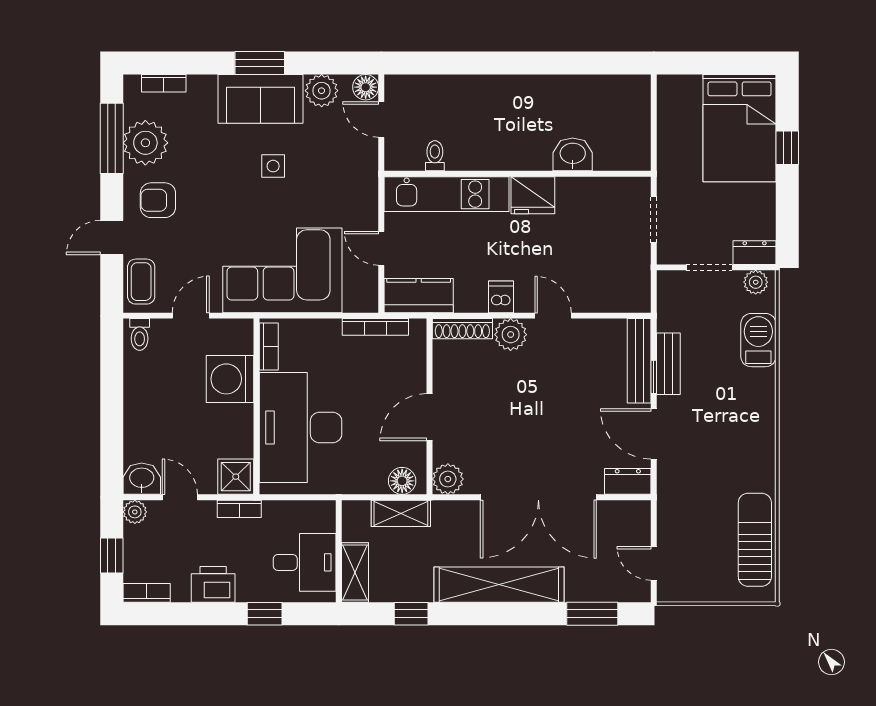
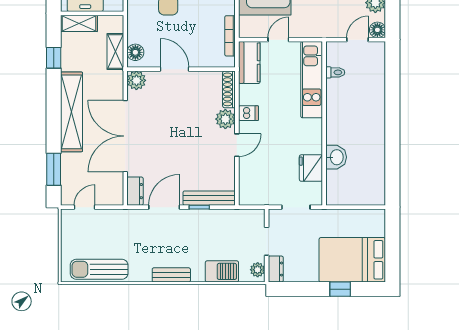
fridge: (533, 195) -> (311, 168), moved
bench: (668, 364) -> (171, 275), moved
sun lounger: (755, 540) -> (99, 269), turned 180

